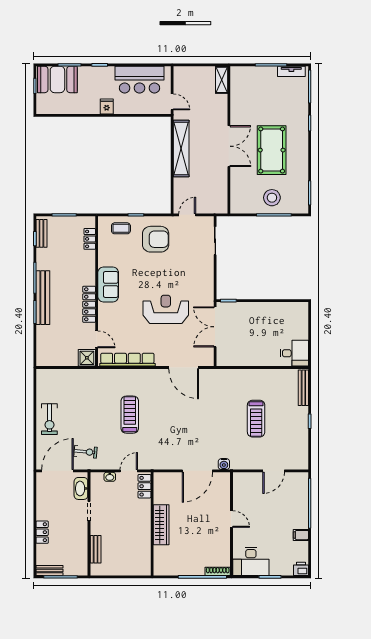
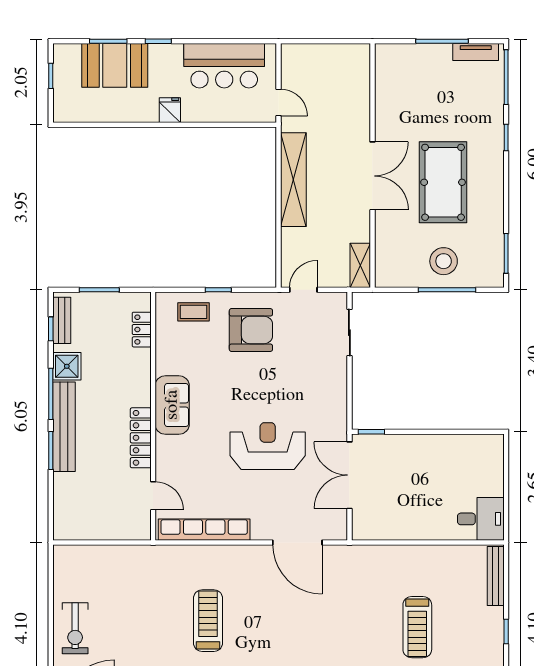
booth: (57, 79) -> (115, 65), moved
shelving: (222, 80) -> (360, 265), moved
shower: (87, 358) -> (67, 366), moved

